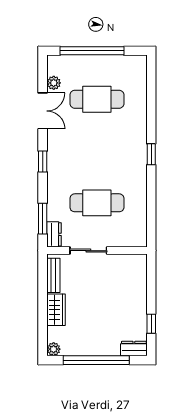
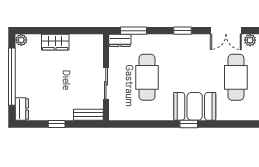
booth: (131, 147) -> (195, 106), added
sliding door: (88, 251) -> (106, 83), moved
bench: (53, 275) -> (88, 115), moved
window: (151, 324) -> (57, 124), moved

